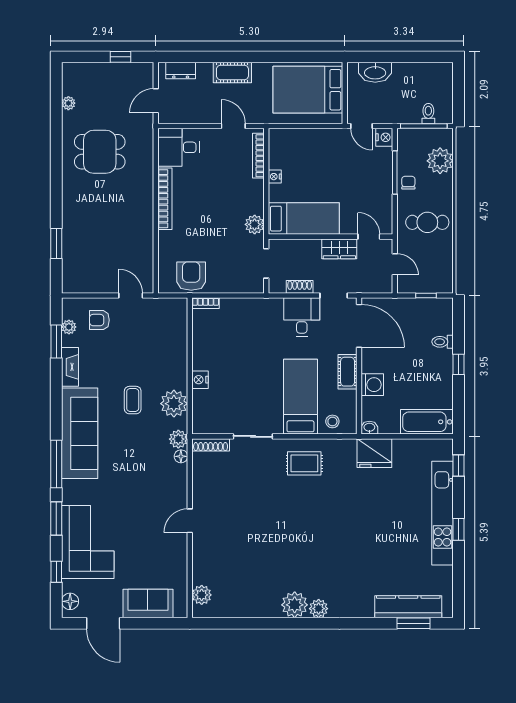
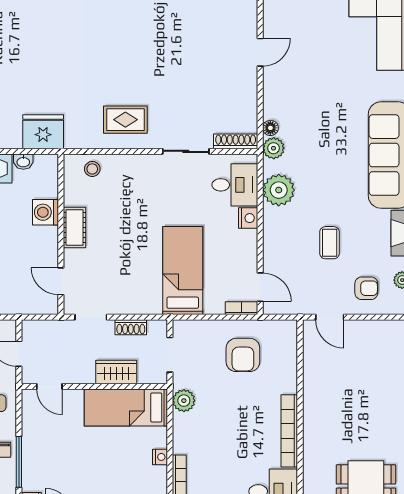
wardrobe: (339, 249) -> (116, 372), moved
armchair: (191, 276) -> (243, 355), moved
desk: (302, 317) -> (235, 185), moved, turned -90
door: (190, 321) -> (260, 287), added
door: (359, 326) -> (61, 281), width x0.53
bed: (300, 397) -> (183, 270), moved, turned 180
coffee table: (133, 400) -> (330, 243), moved
washbasin: (369, 428) -> (23, 162), moved

